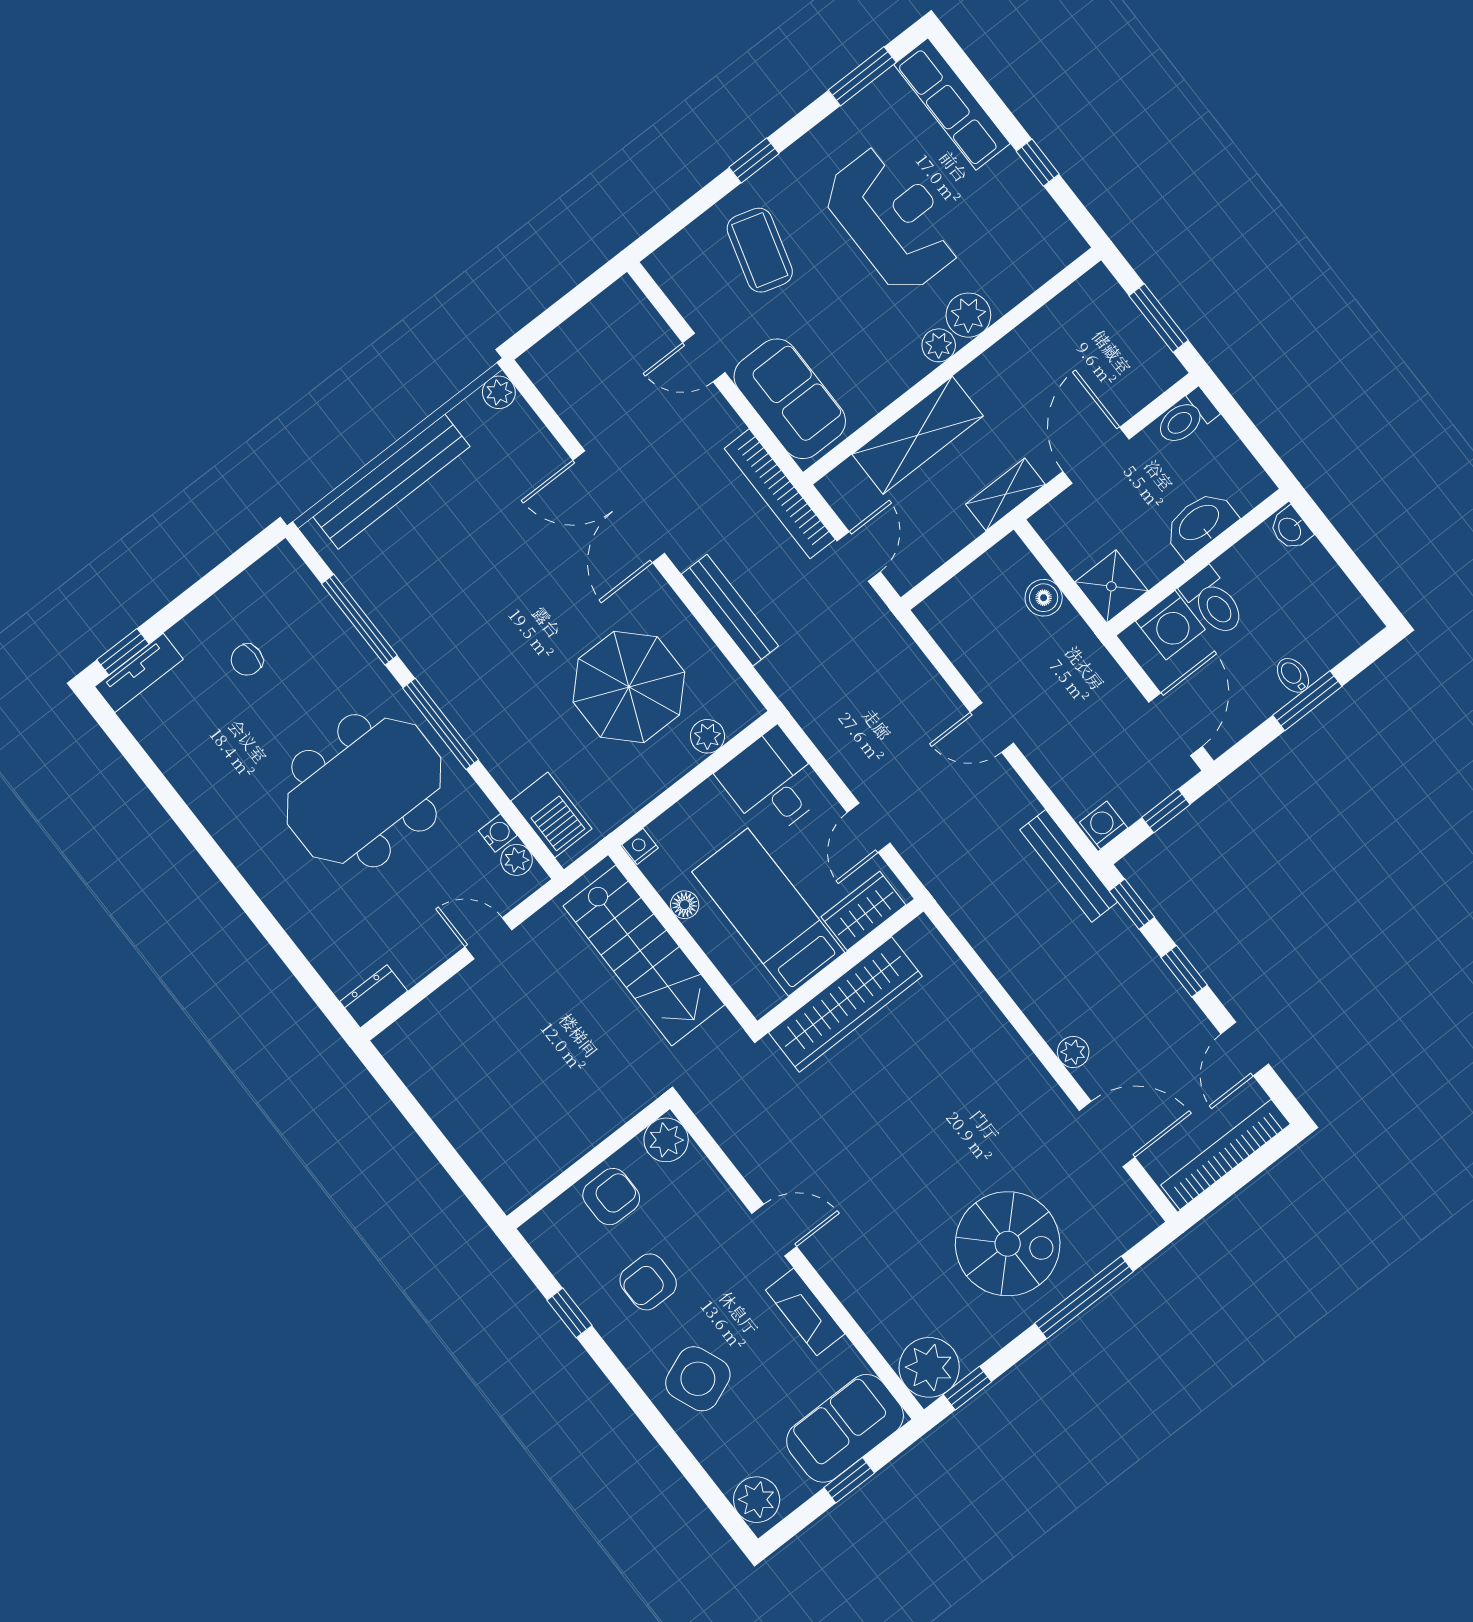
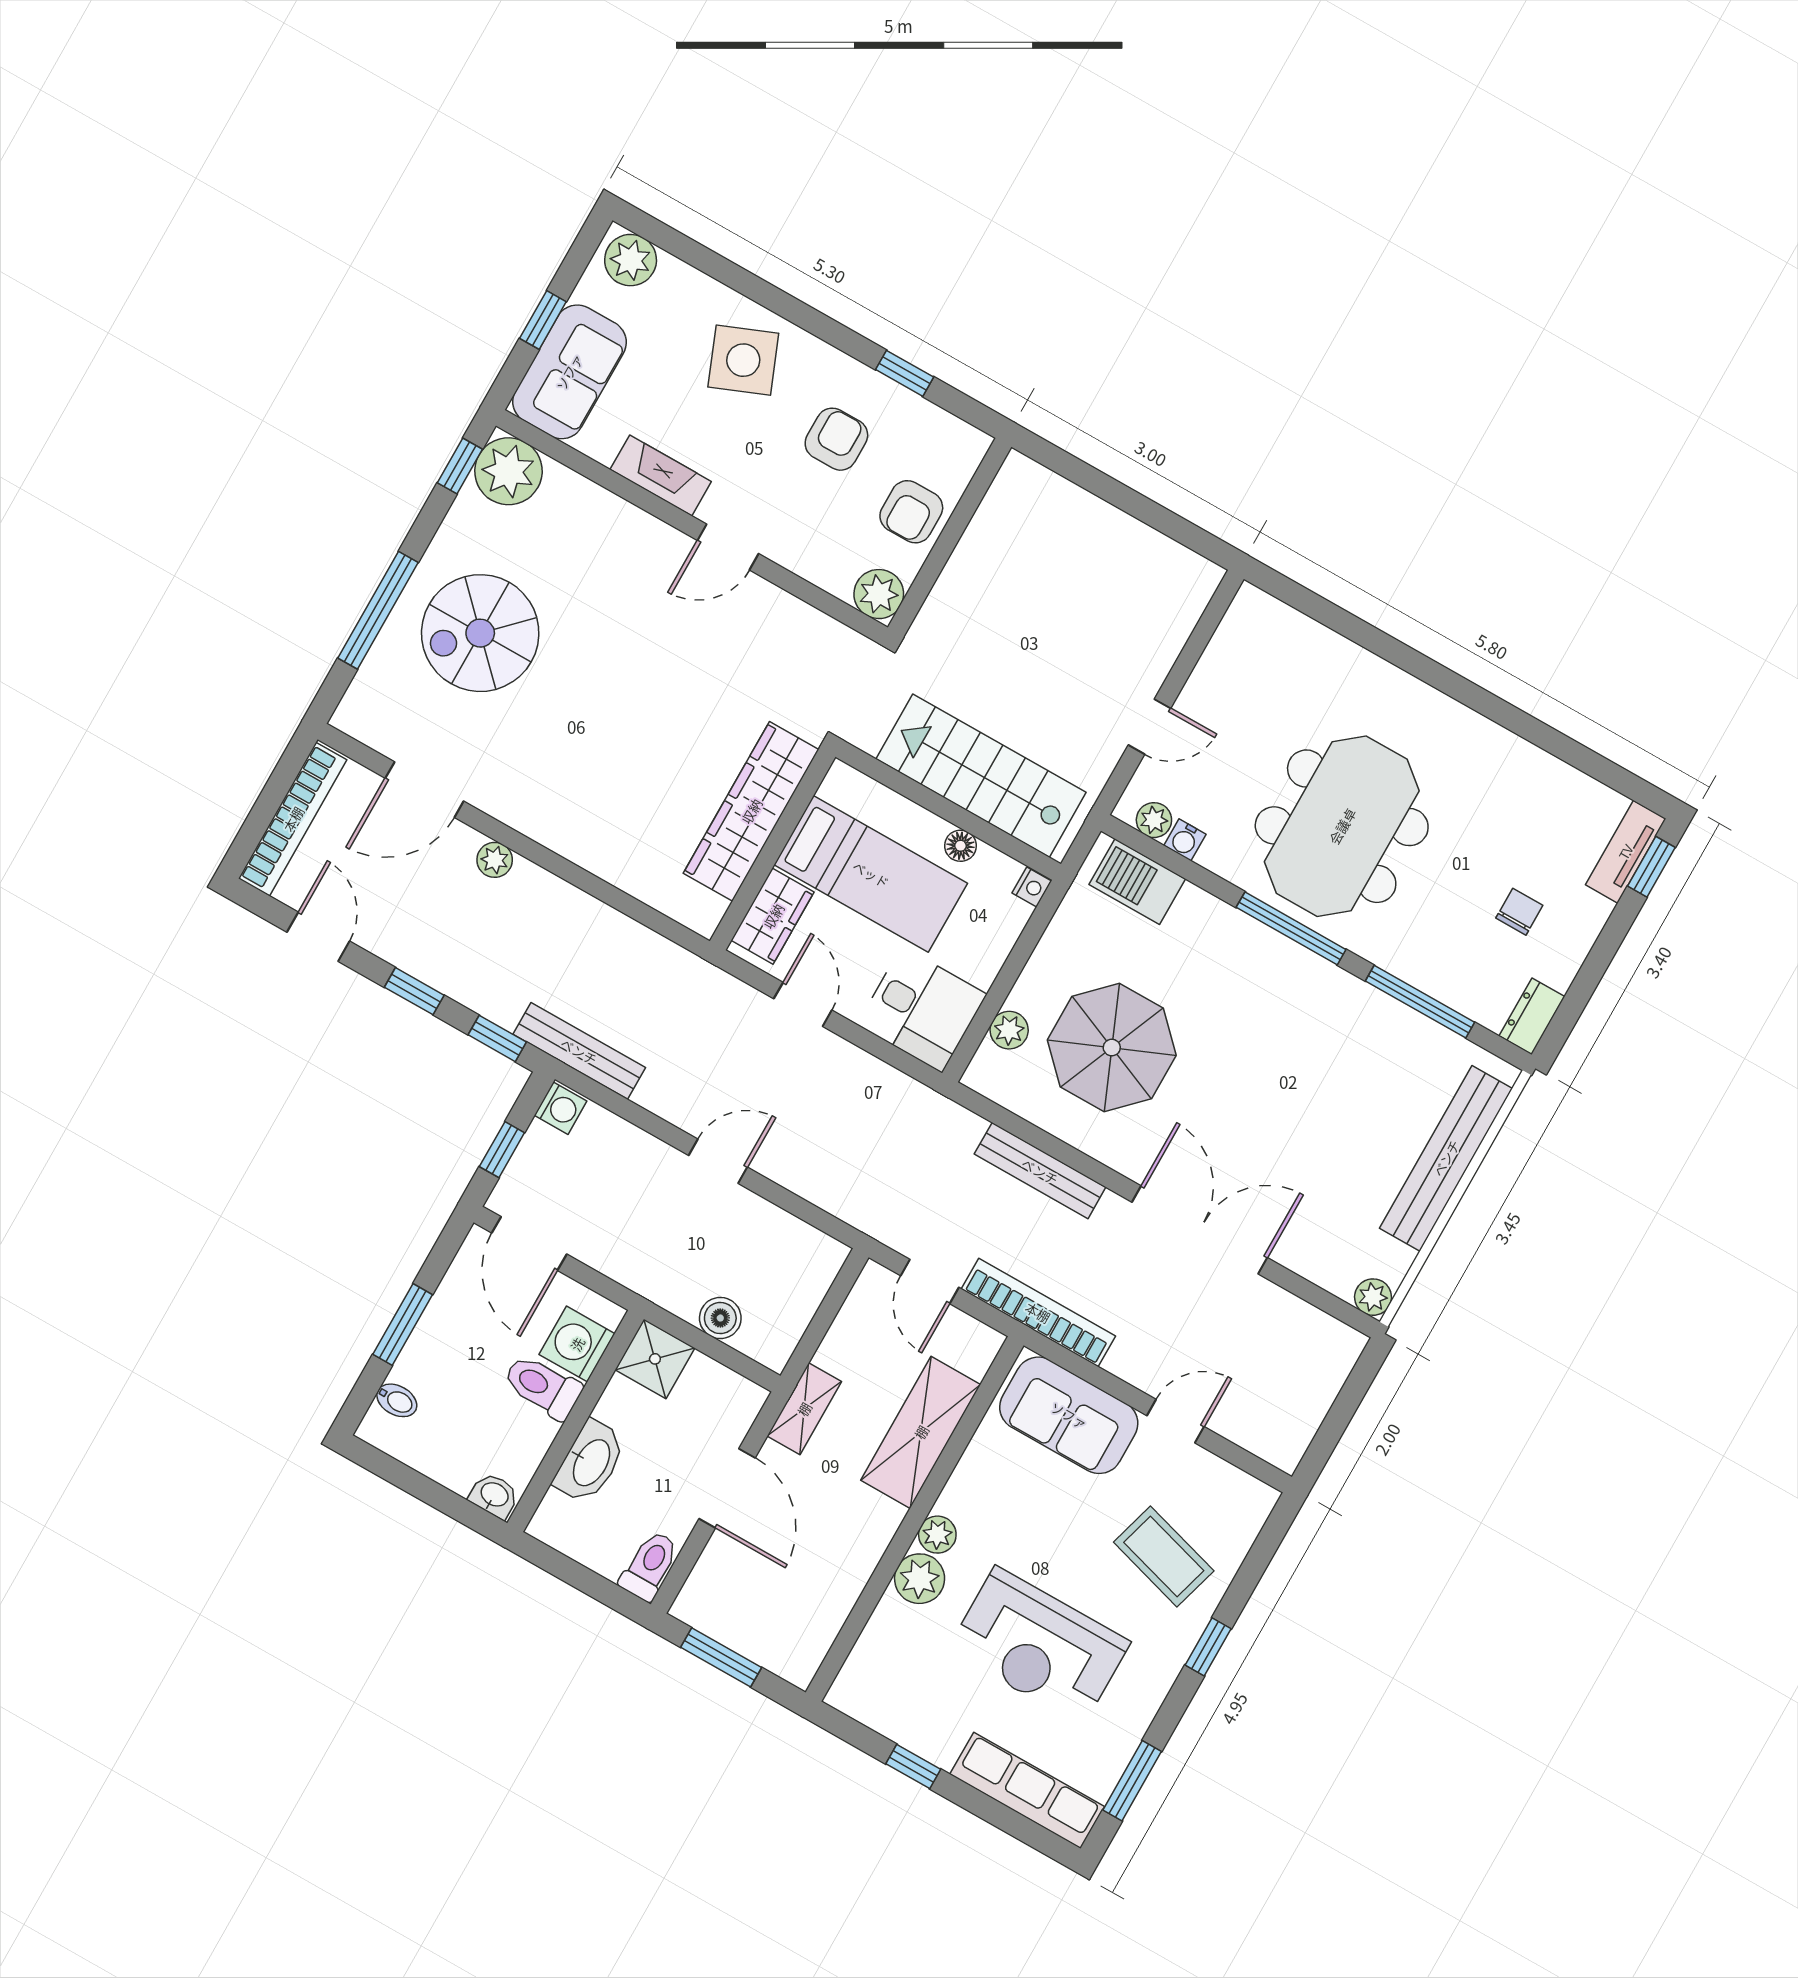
bidet: (1293, 675) -> (397, 1400), moved
dresser: (374, 996) -> (1532, 1016), moved, turned 180

